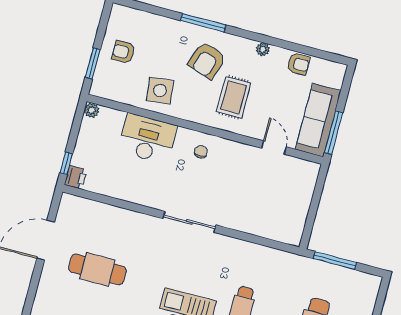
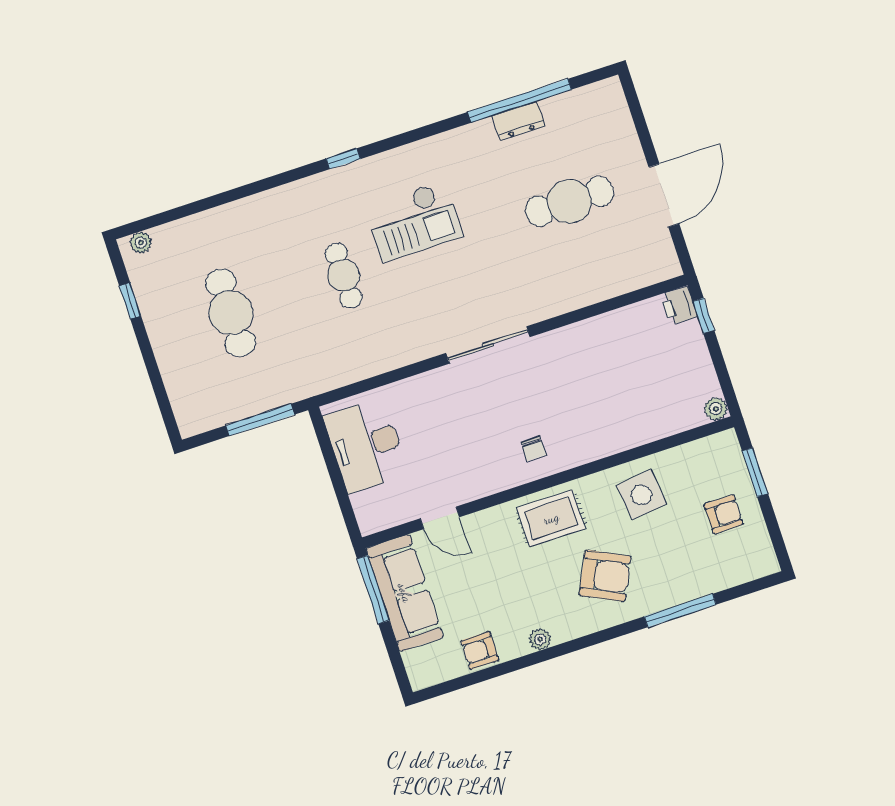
window: (203, 23) -> (680, 610), moved
armchair: (207, 60) -> (605, 576), turned 98
rug: (234, 97) -> (551, 518), moved, turned 90
desk: (148, 139) -> (366, 445), moved, turned 90

